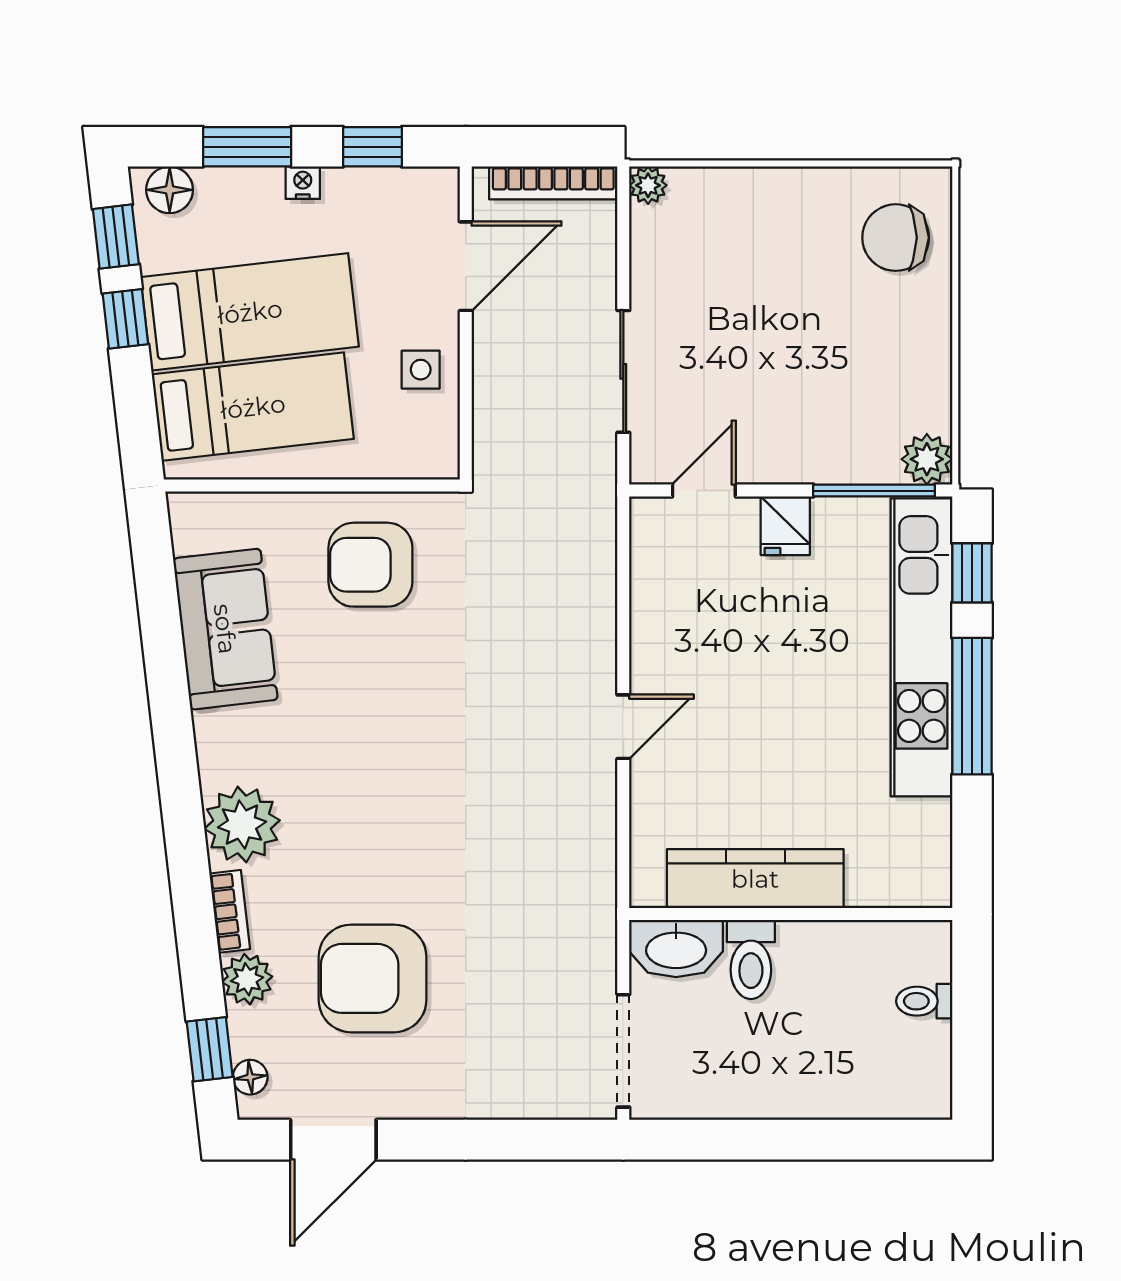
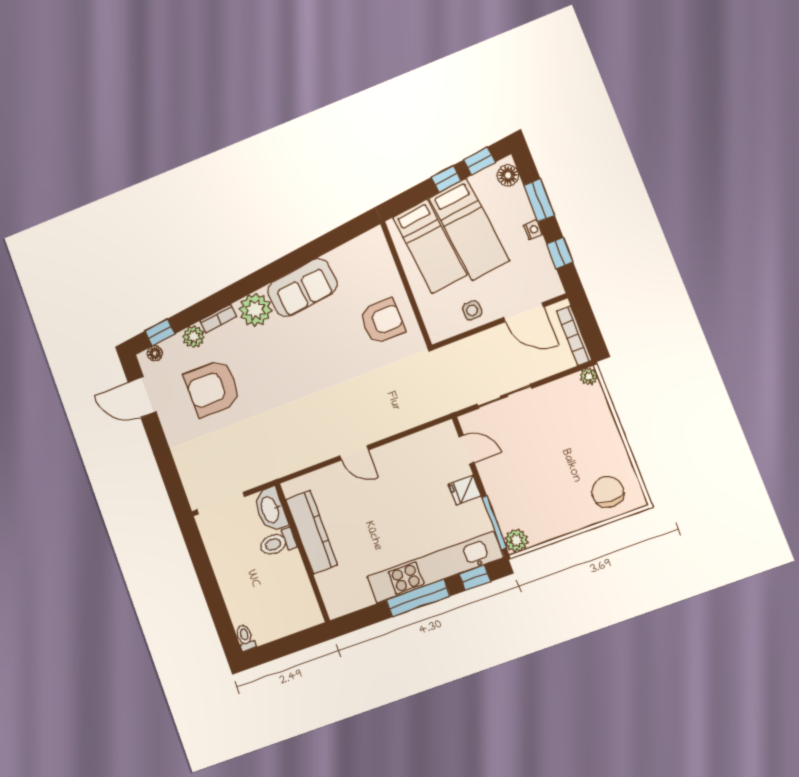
armchair: (370, 565) -> (382, 321), turned 90
sofa: (225, 629) -> (302, 288), moved
armchair: (373, 978) -> (213, 388), turned -90
toilet: (924, 1001) -> (245, 638), moved

